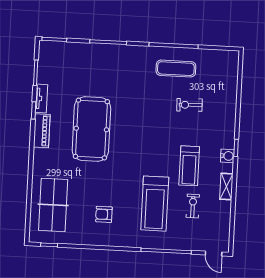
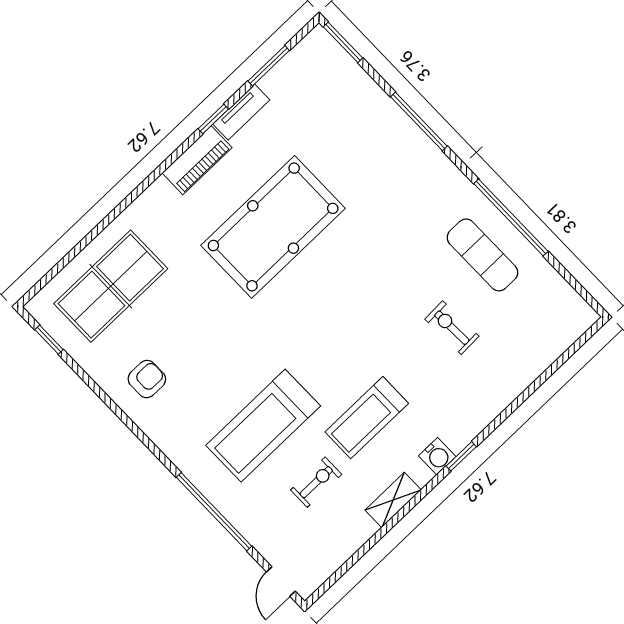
armchair: (104, 214) -> (147, 379), moved, turned 90

